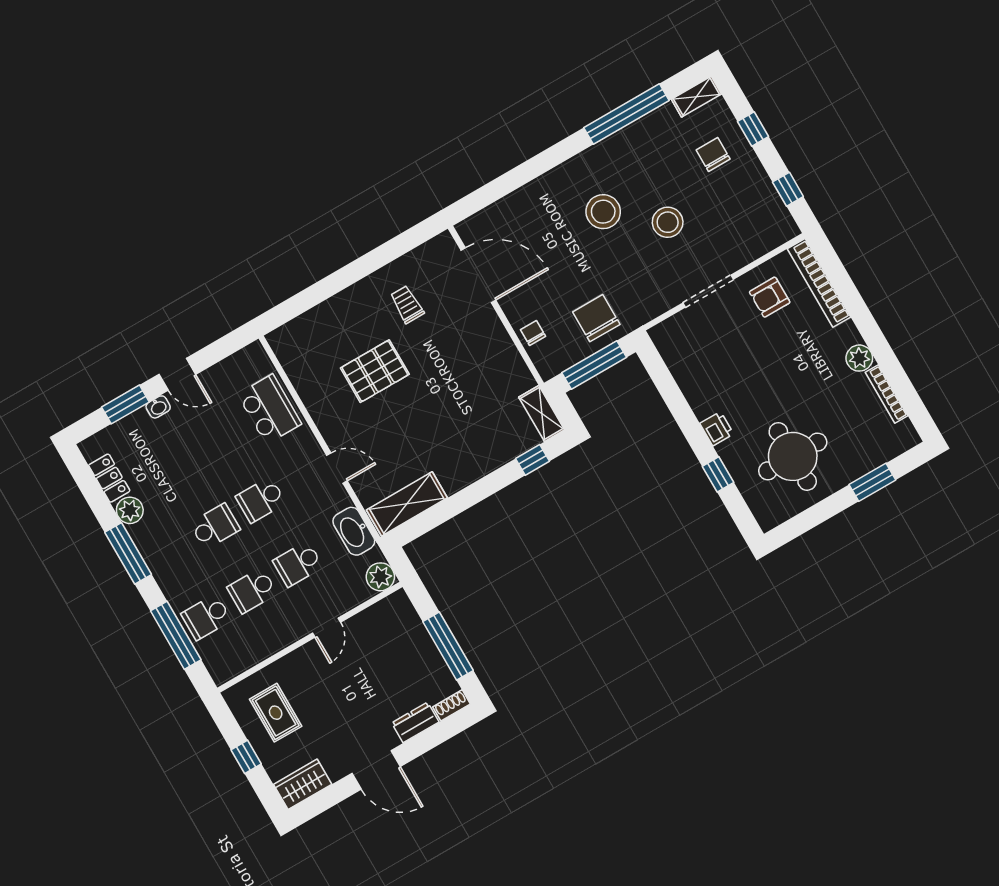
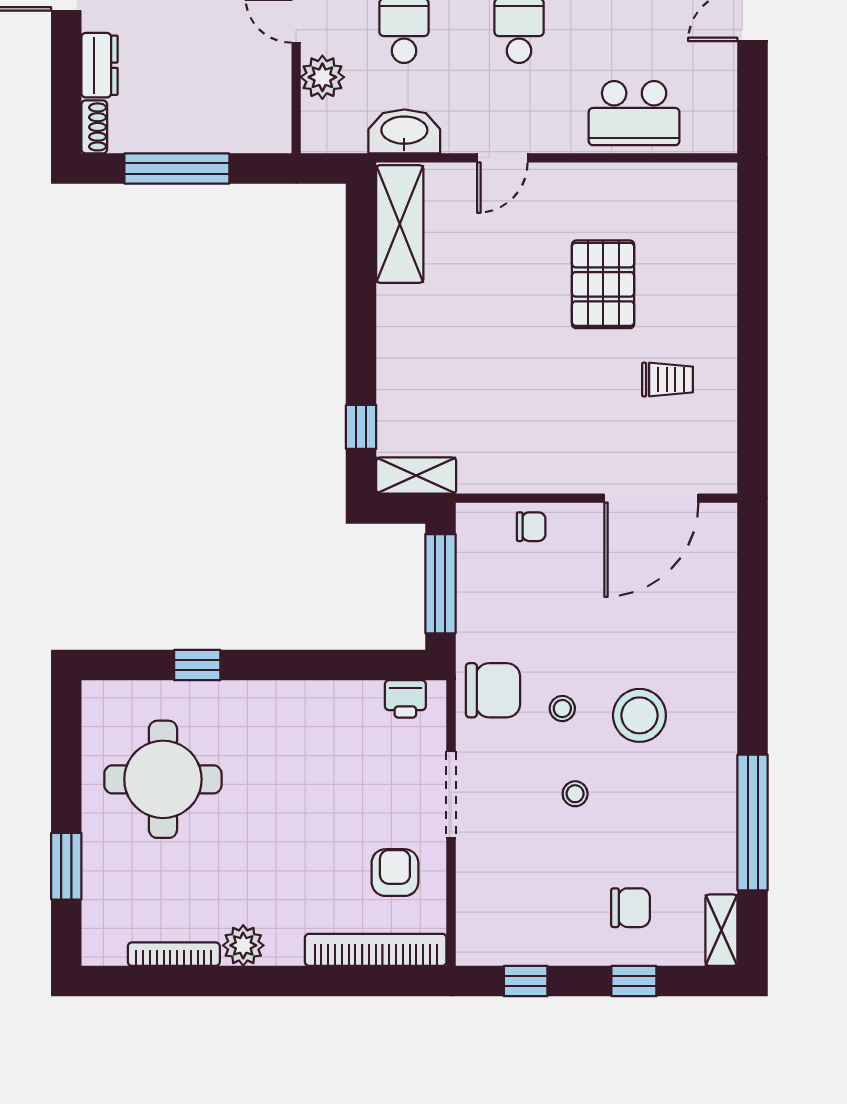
stool: (668, 222) -> (575, 794), width x0.53, depth x0.53
stool: (624, 257) -> (562, 709), added
chair: (596, 318) -> (493, 690), moved
printer: (717, 429) -> (405, 699), moved
plant: (380, 577) -> (322, 77), moved

